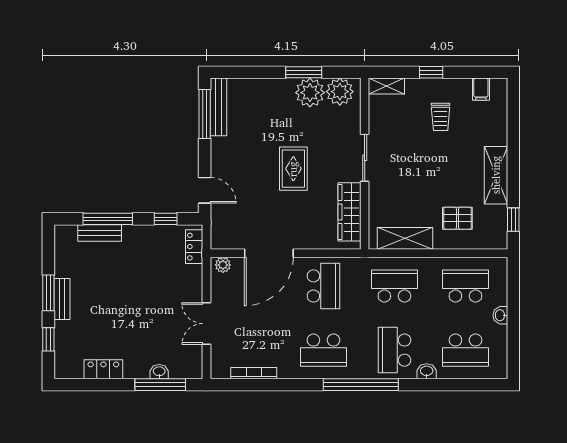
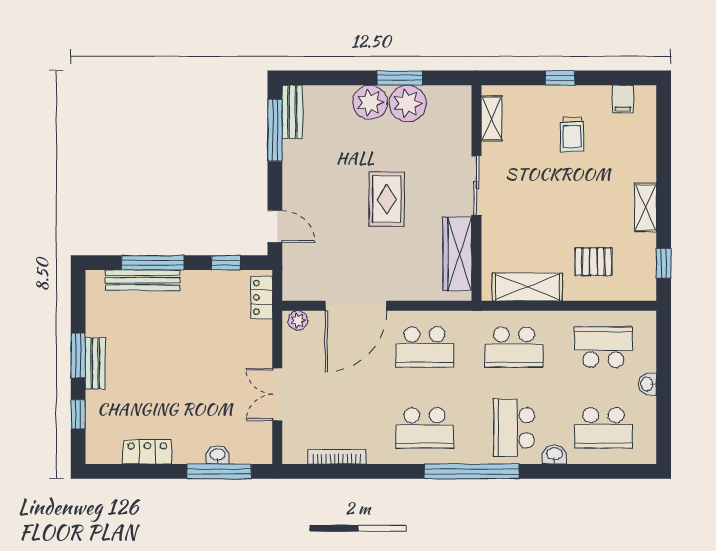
shelving: (386, 86) -> (491, 118), moved, turned 90
plant: (340, 92) -> (370, 102), moved
bench: (218, 107) -> (292, 112), width x0.73
shelving: (496, 175) -> (646, 208), width x0.67, depth x0.75
bench: (100, 233) -> (143, 280), width x1.36
school desk: (323, 286) -> (425, 347), turned 90
school desk: (394, 286) -> (514, 347), turned 180

